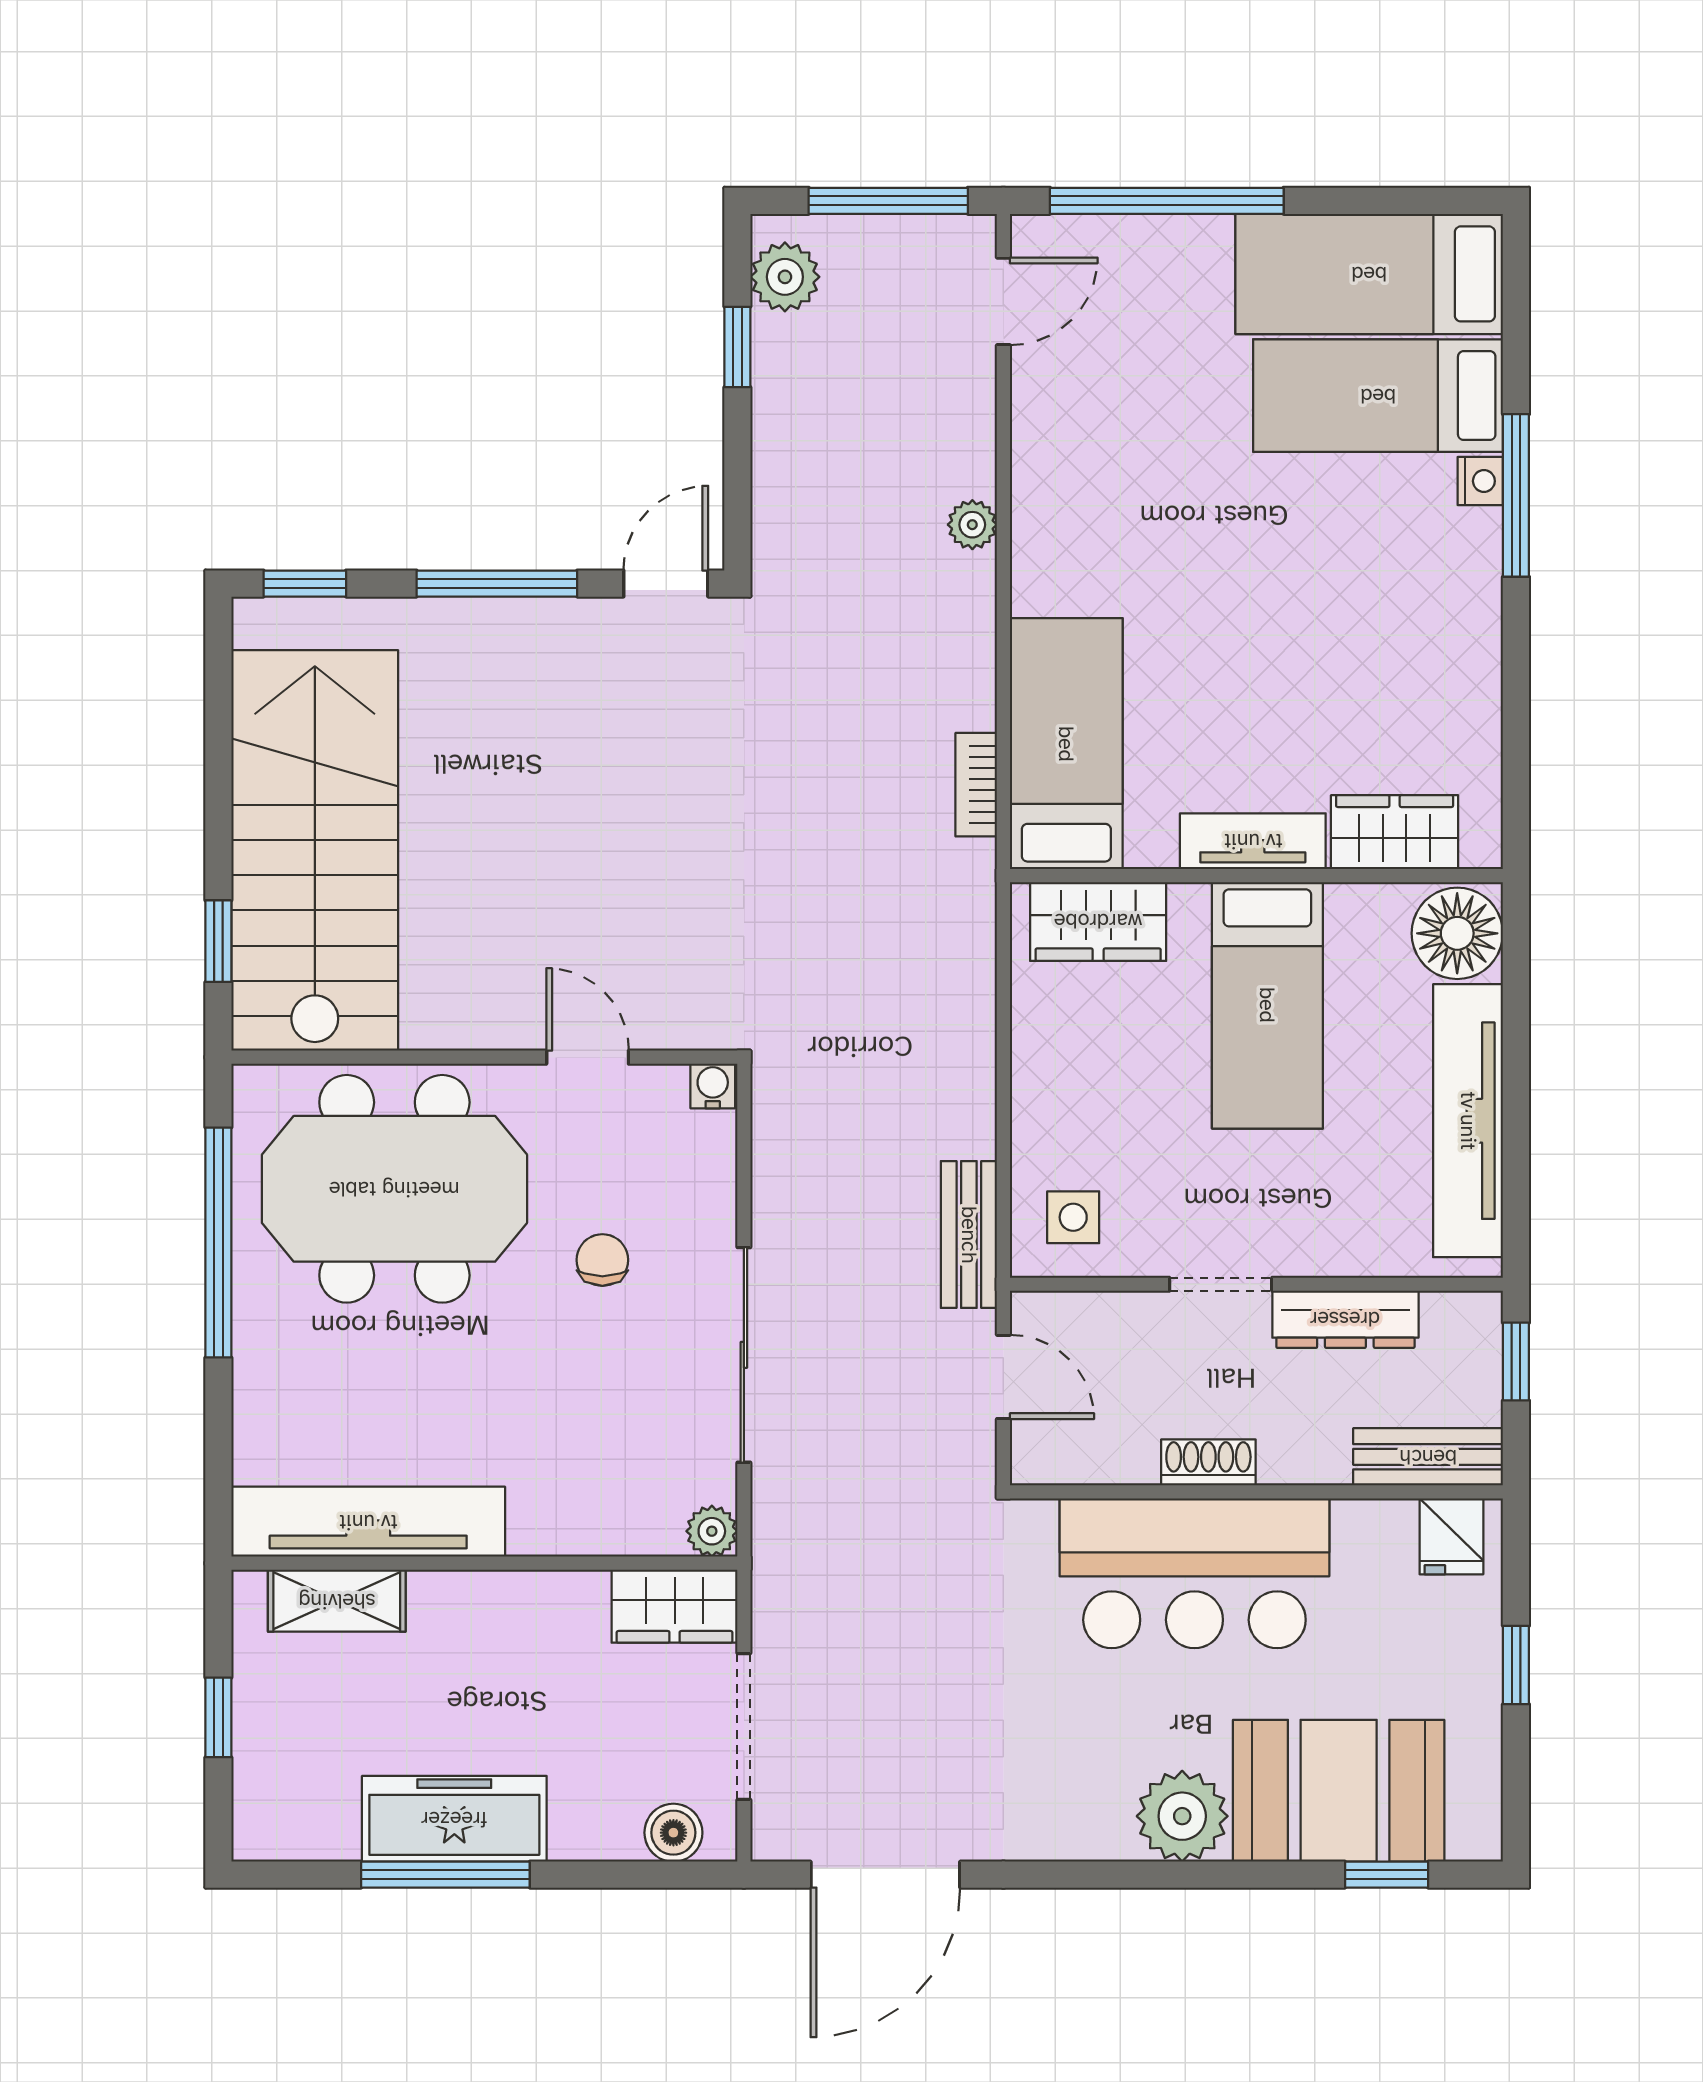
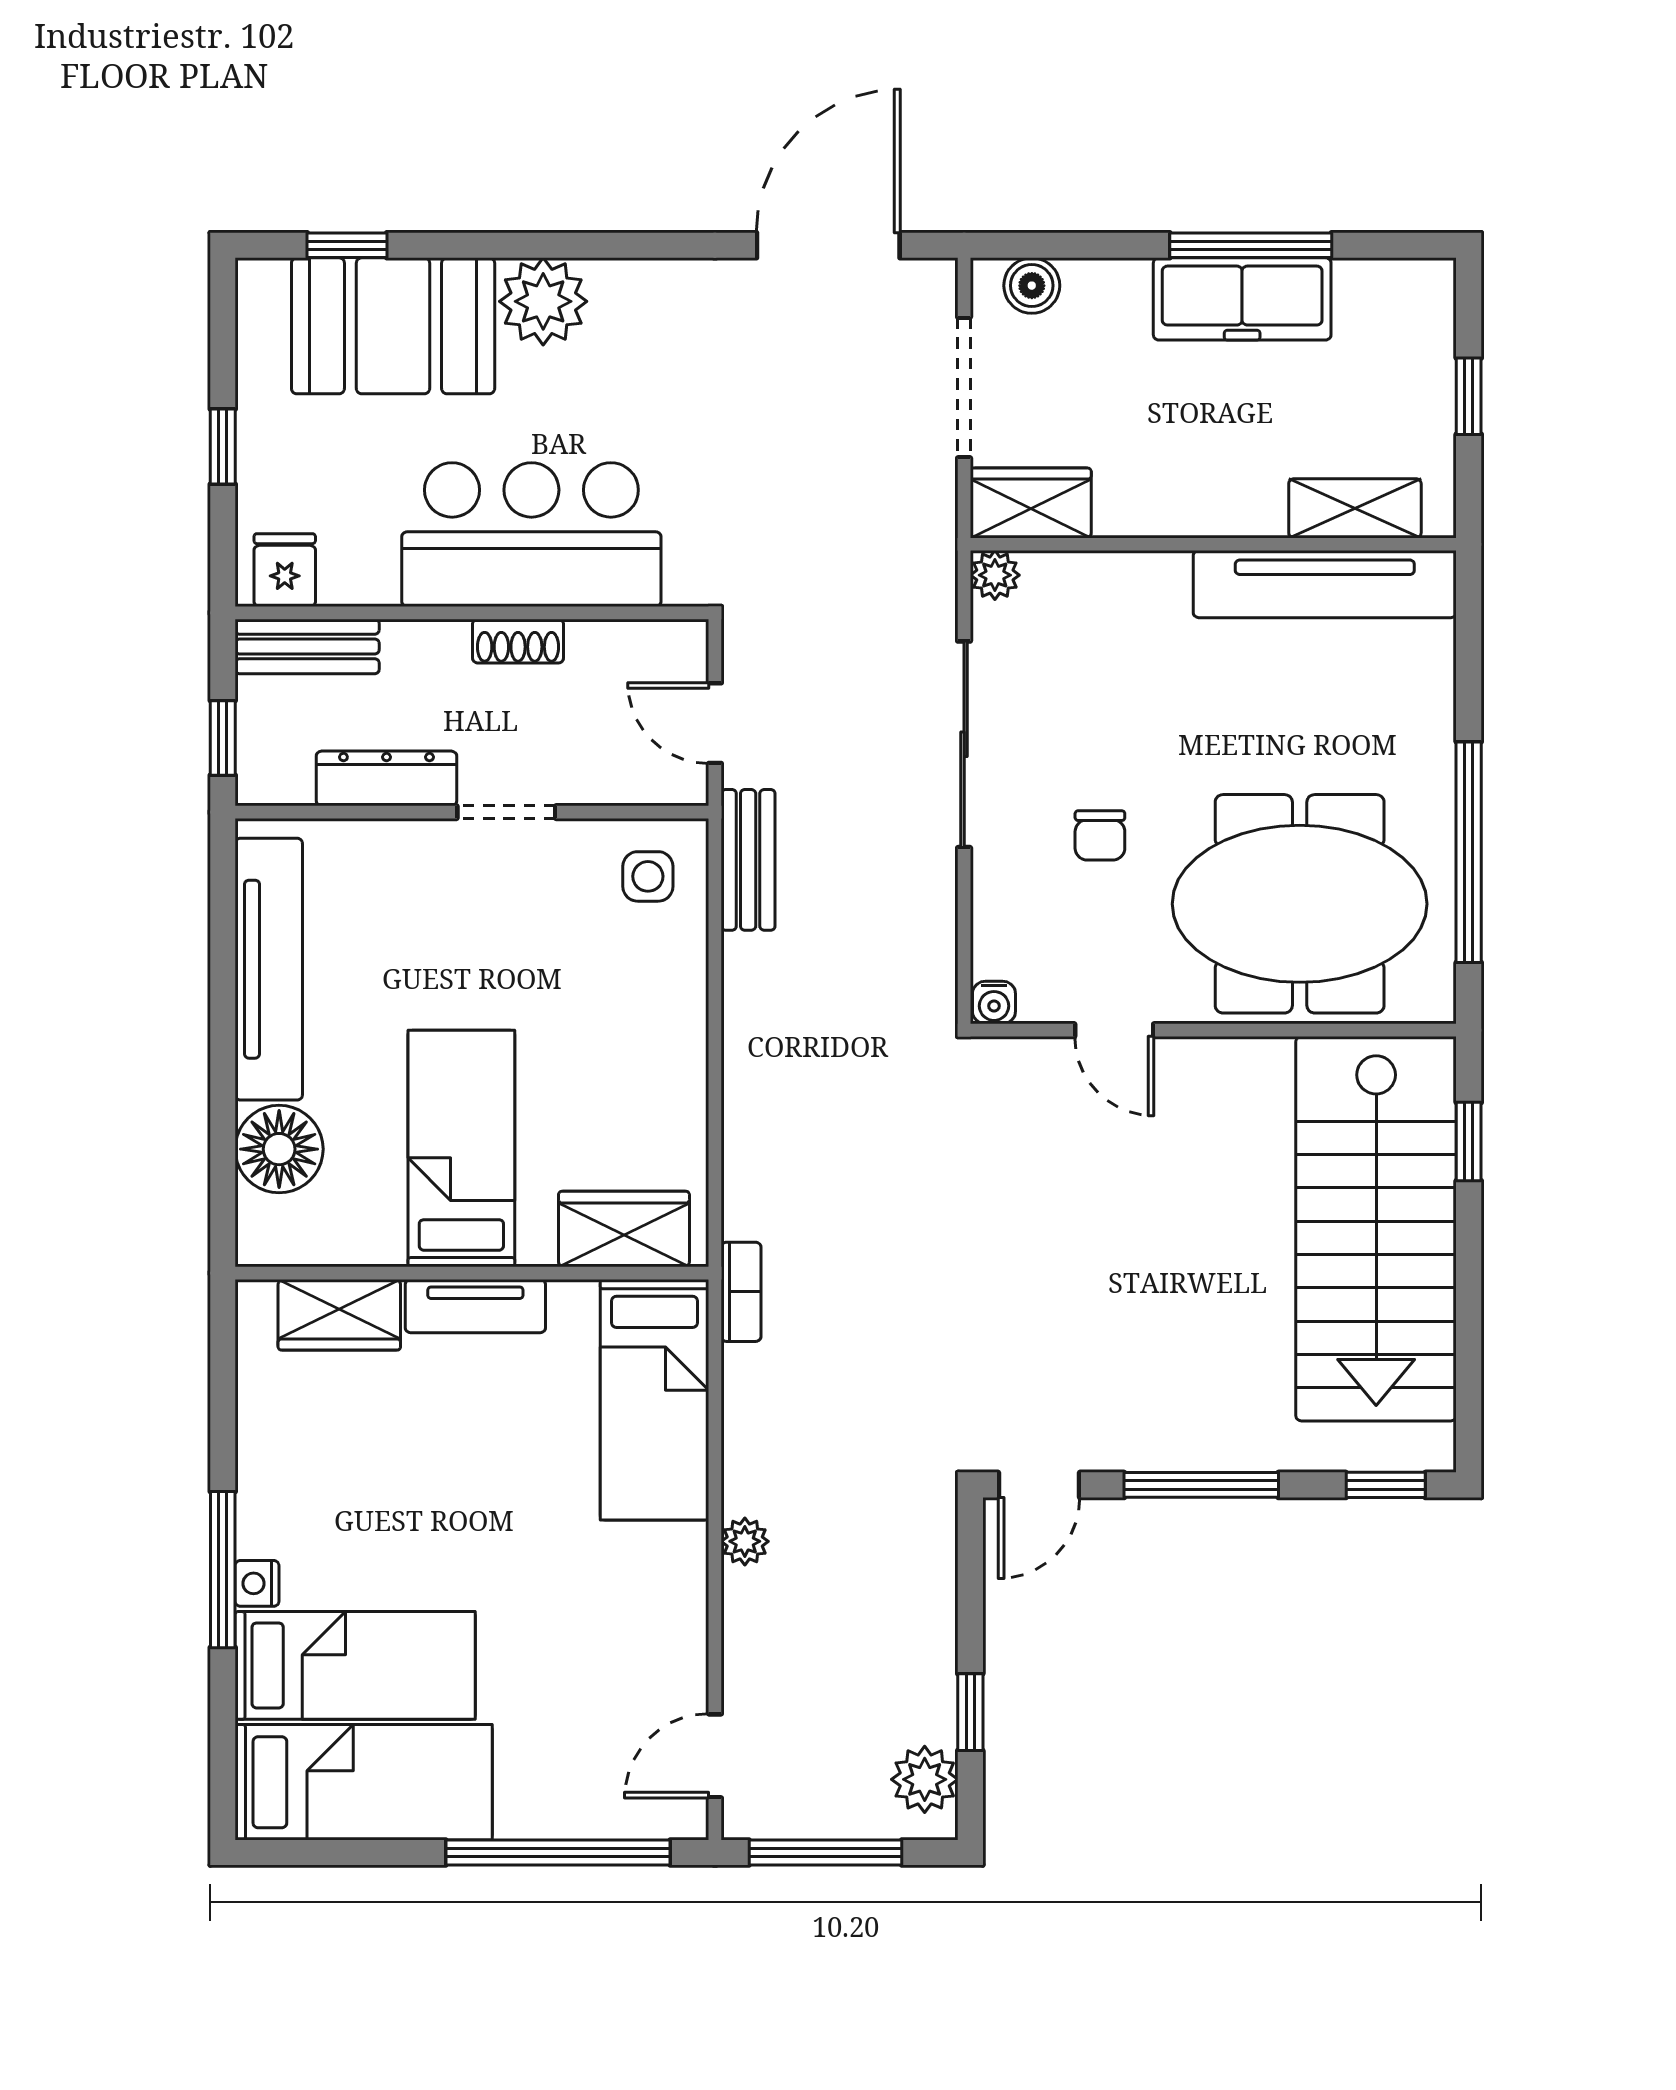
bed: (1066, 744) -> (654, 1400), moved
wardrobe: (1395, 832) -> (339, 1315), moved
tv unit: (1253, 841) -> (475, 1306), moved
wall: (1256, 876) -> (472, 1273), moved
wardrobe: (1098, 921) -> (624, 1229), moved
bed: (1267, 1005) -> (461, 1148), moved

